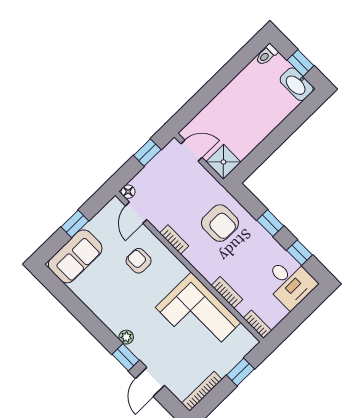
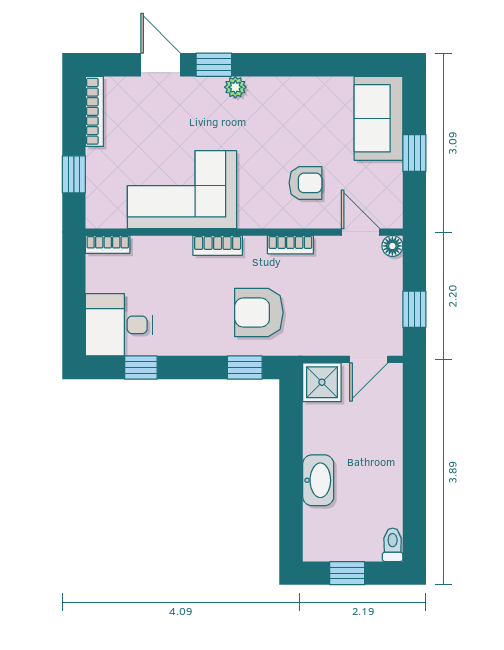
washbasin: (297, 84) -> (318, 480), moved, turned 90
window: (270, 223) -> (245, 368), moved
bookcase: (227, 292) -> (218, 245), moved

